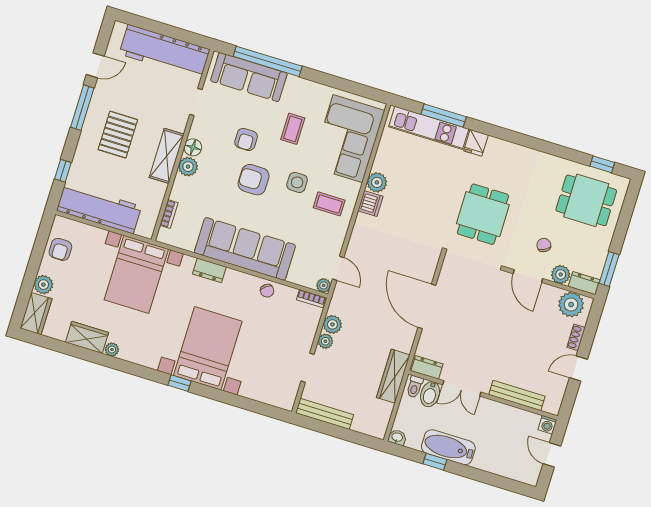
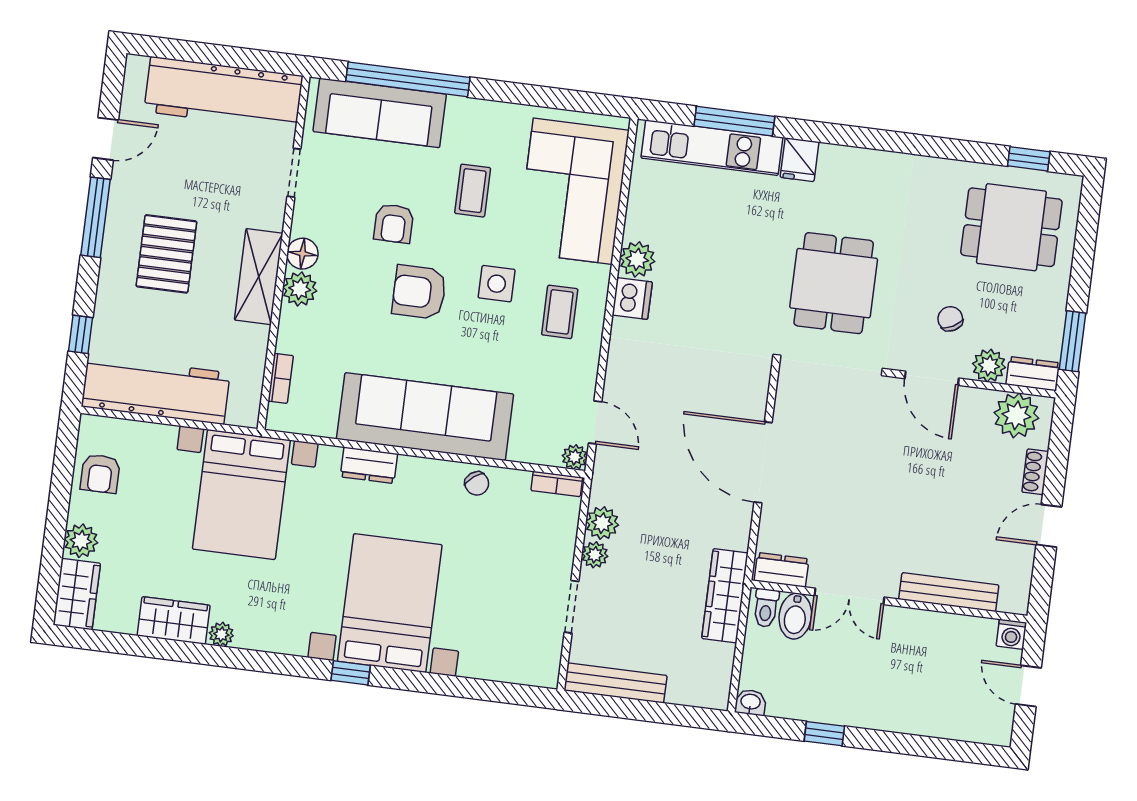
coffee table: (329, 204) -> (560, 312), turned 90
bathtub: (448, 447) -> (844, 704), removed

